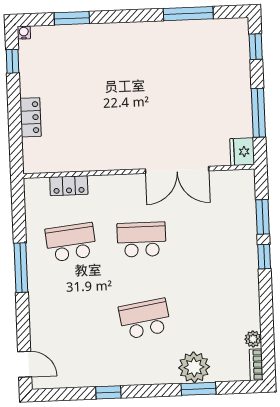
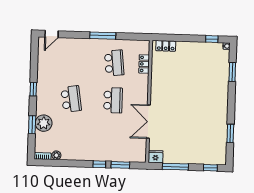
window: (188, 14) -> (230, 133), width x0.69
locker: (31, 117) -> (166, 46), moved
window: (108, 392) -> (33, 89), moved

